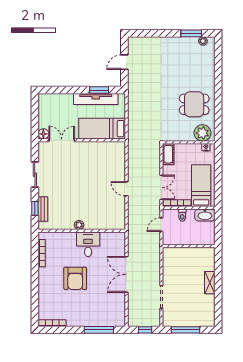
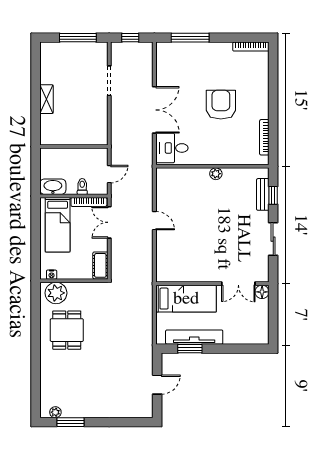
dining table: (194, 104) -> (67, 330), turned 90
desk: (88, 244) -> (172, 148), moved, turned 90

